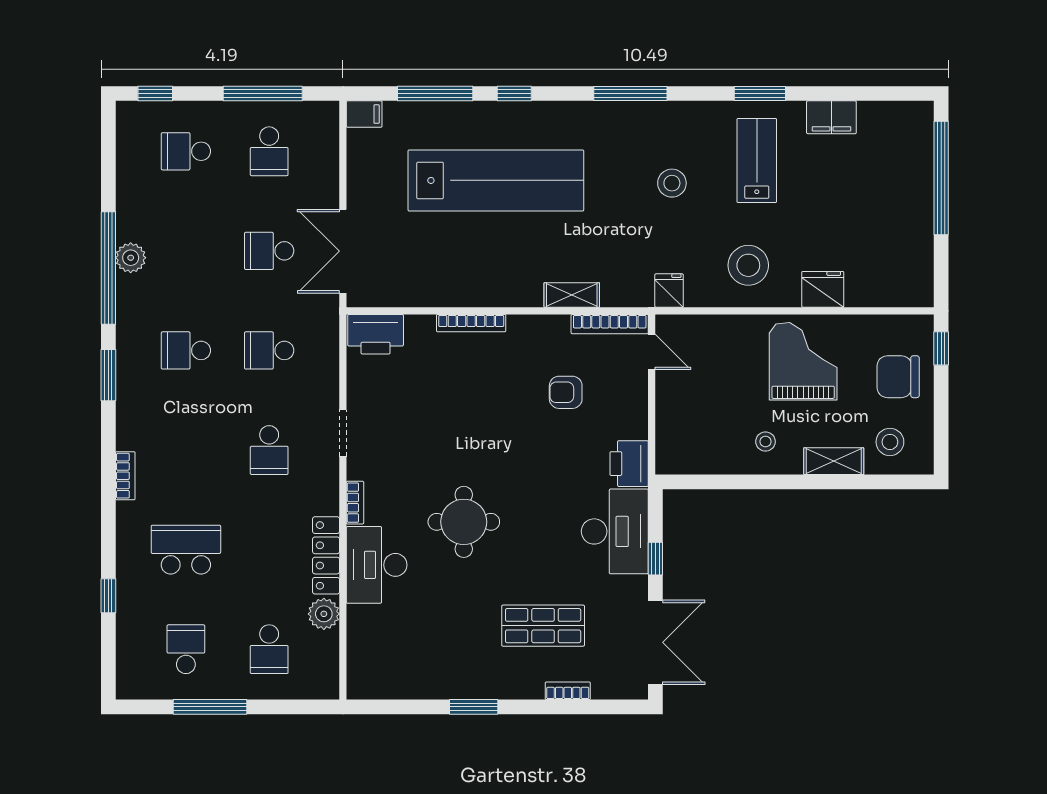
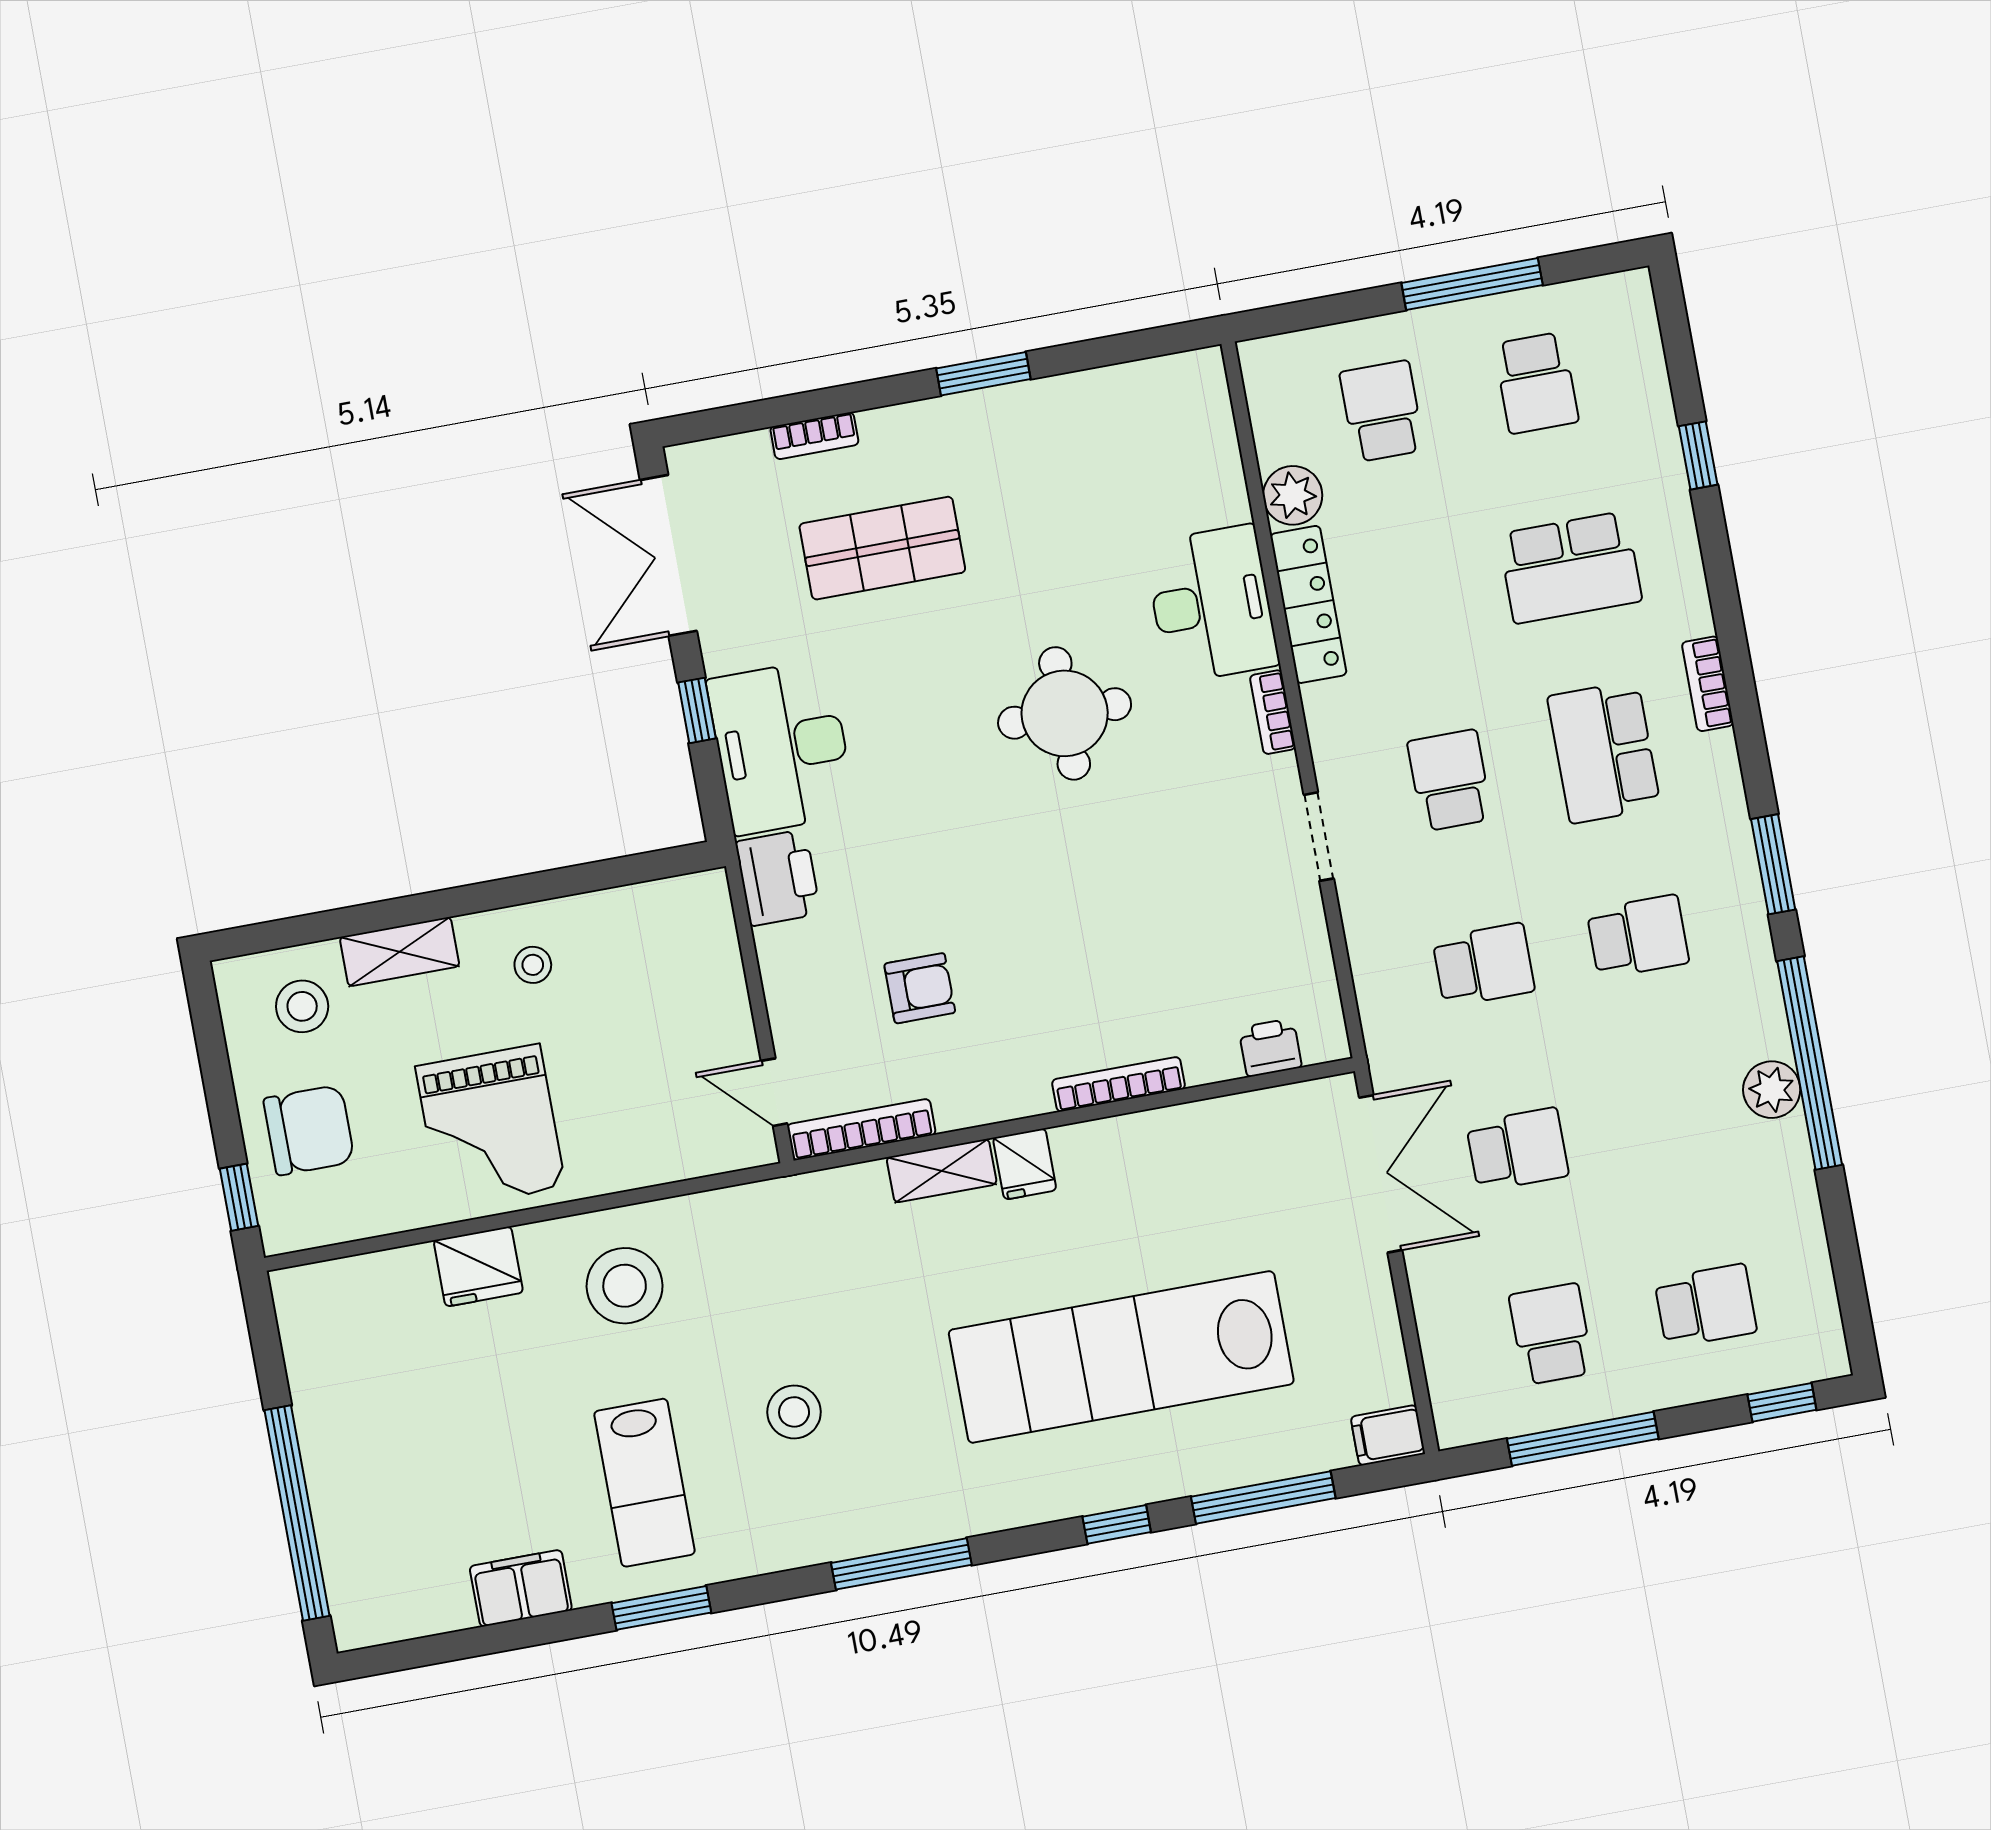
fridge: (669, 291) -> (1025, 1164), moved
printer: (376, 334) -> (1270, 1048), width x0.53, depth x0.68
school desk: (186, 450) -> (1604, 752), added

